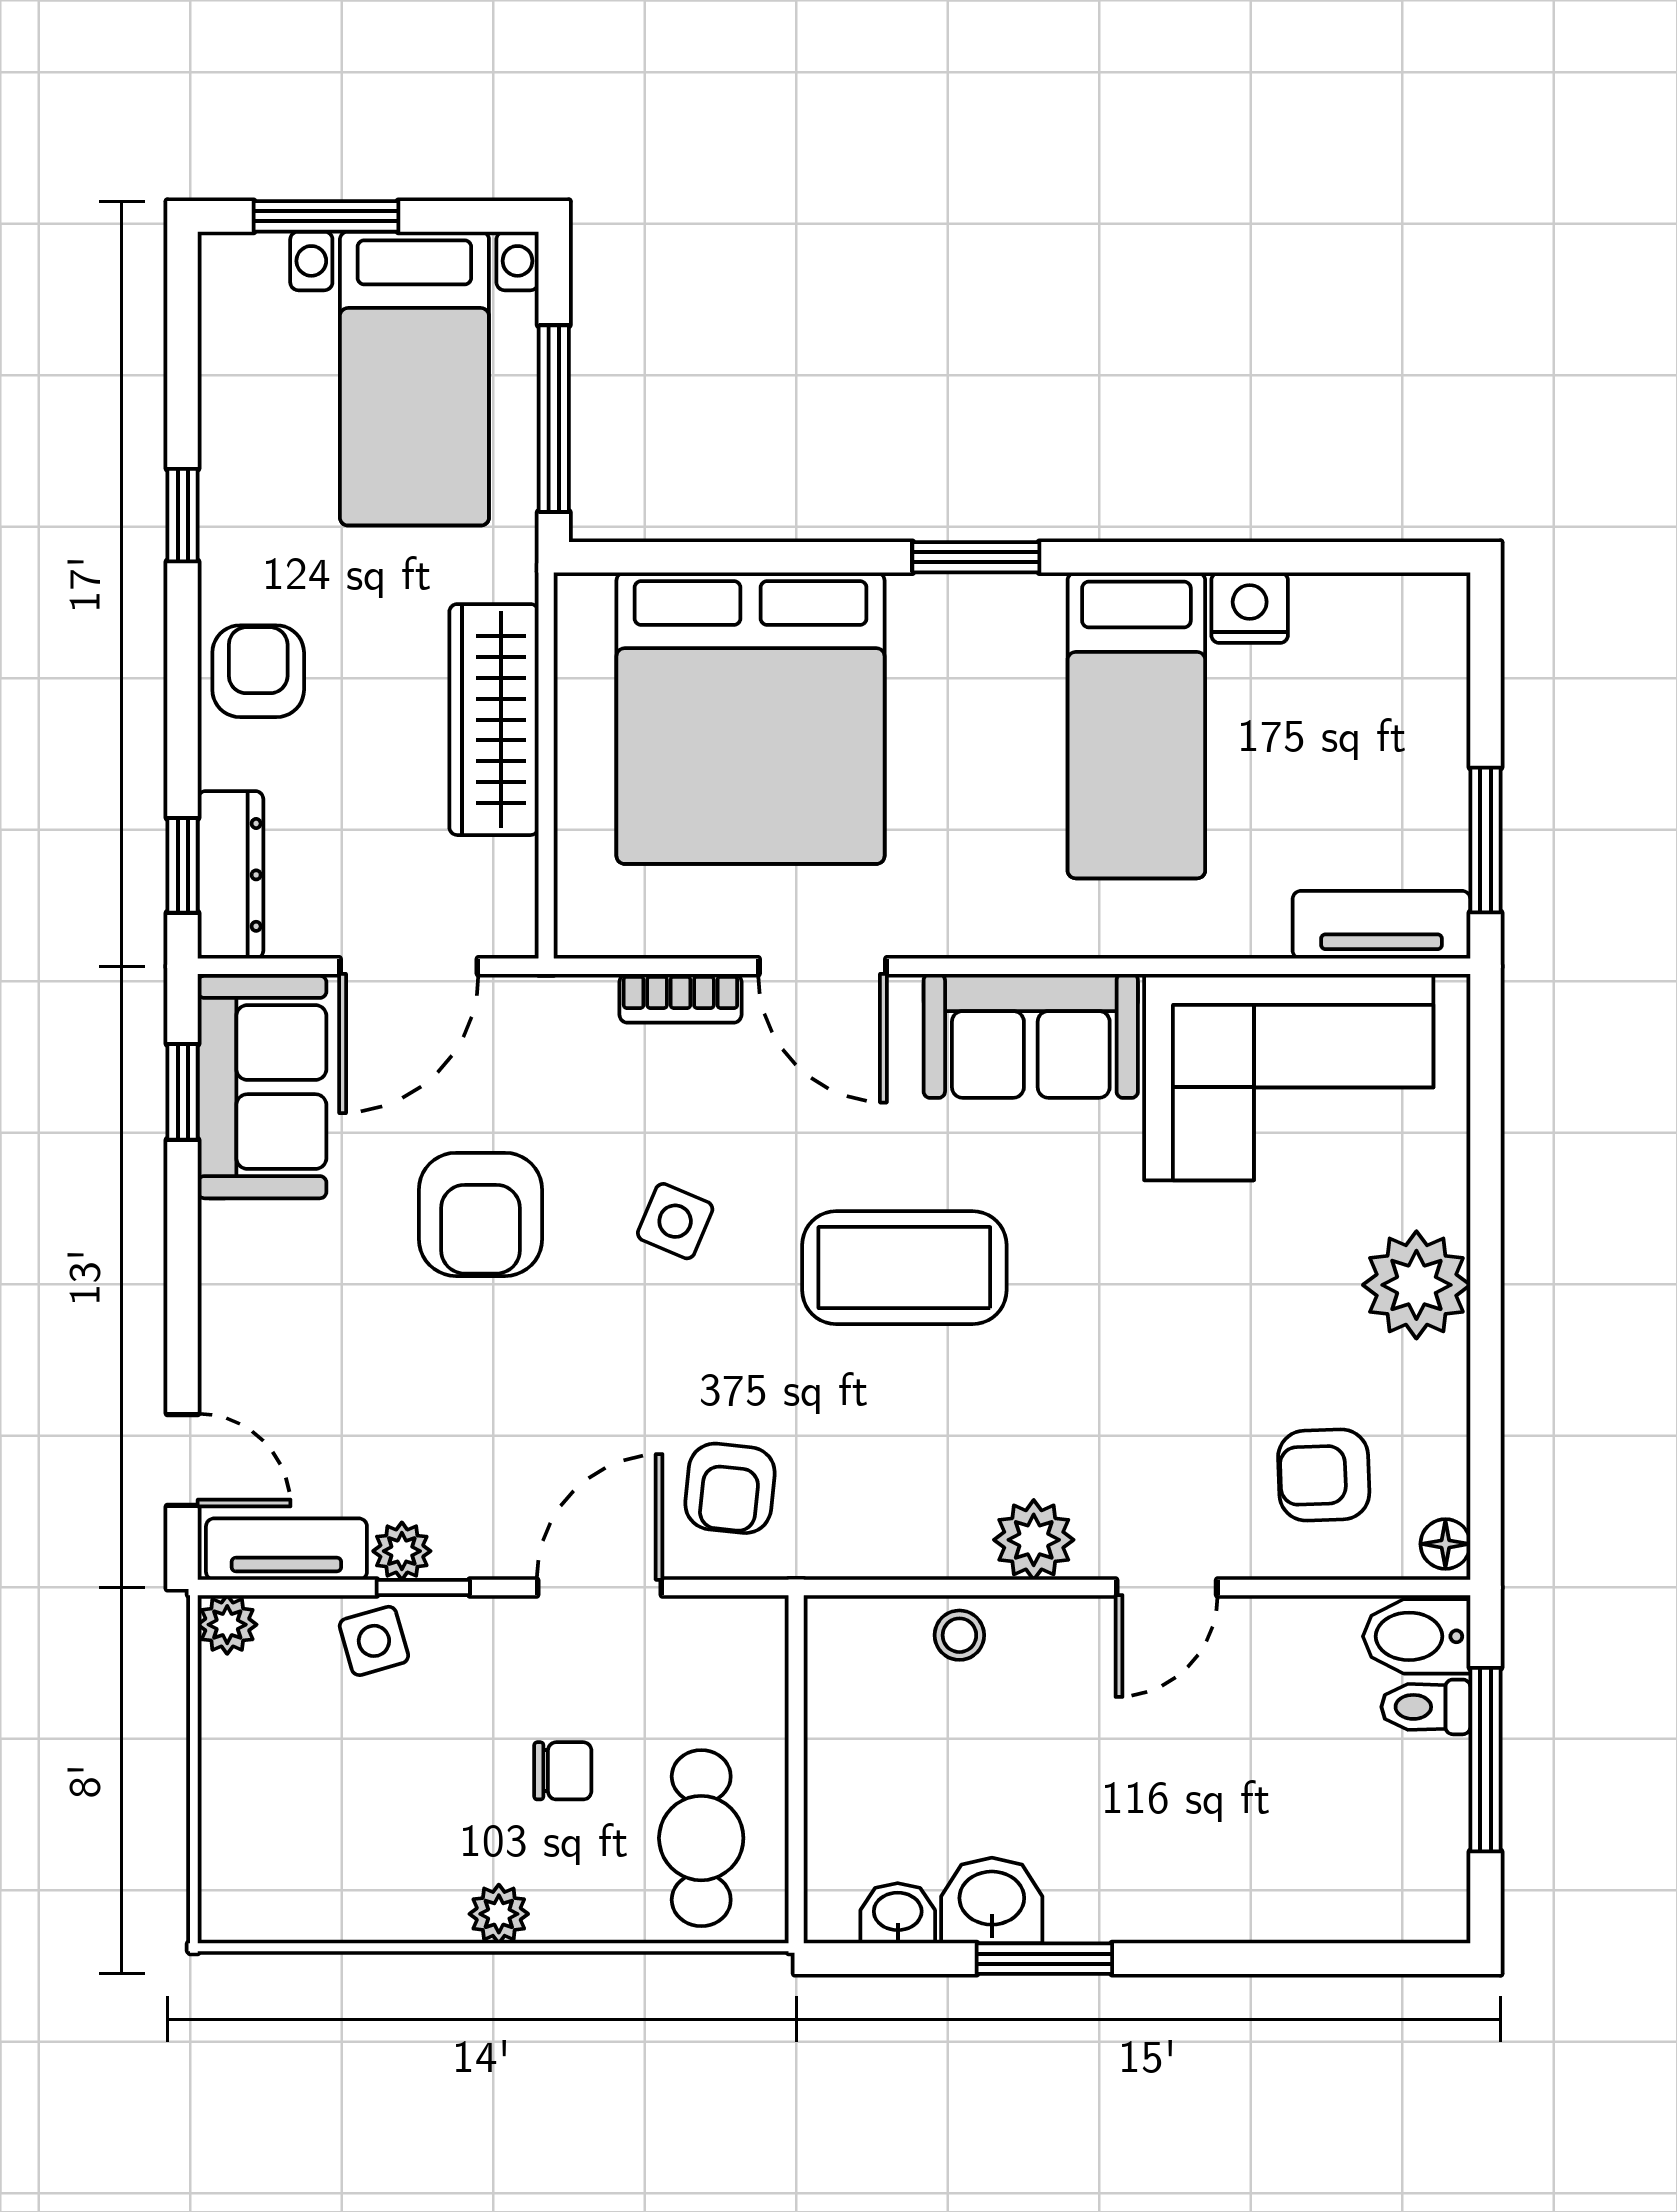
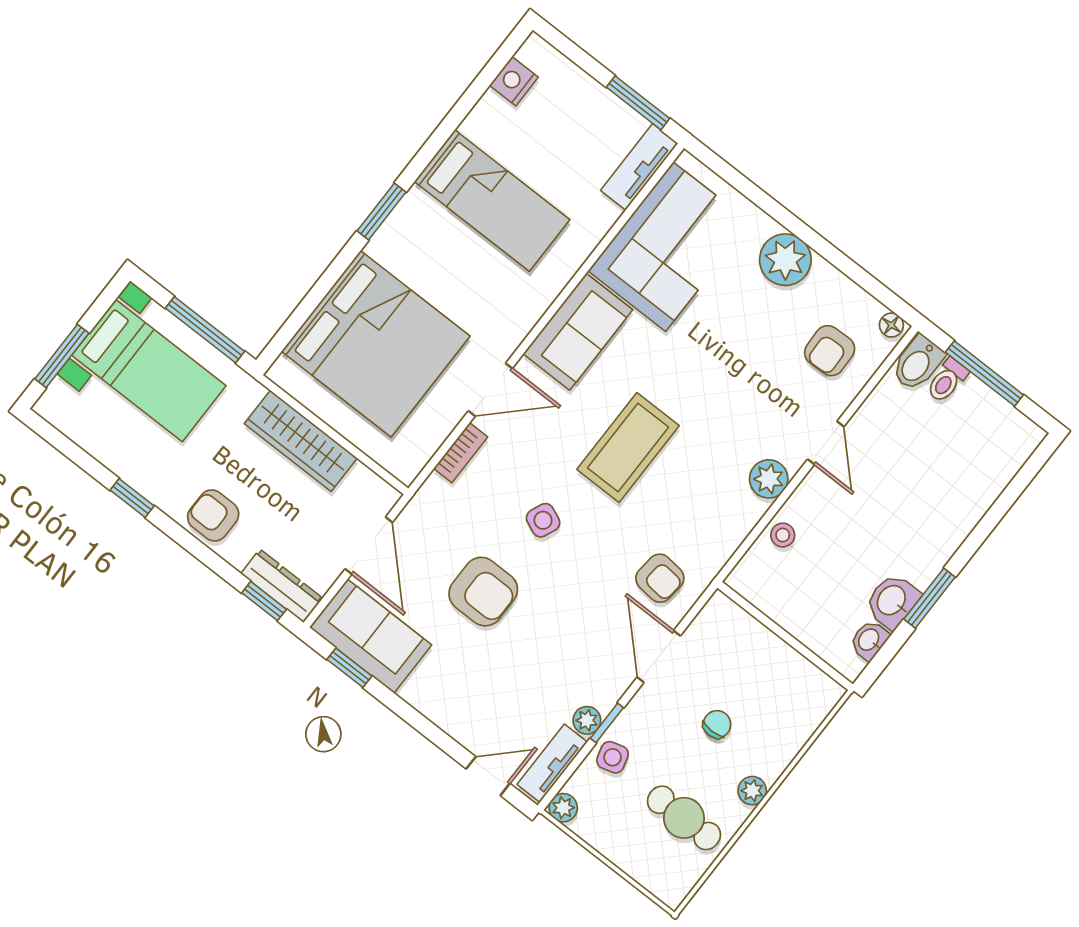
nightstand: (1250, 608) -> (514, 81), moved
cafe table: (701, 1838) -> (684, 818), moved

